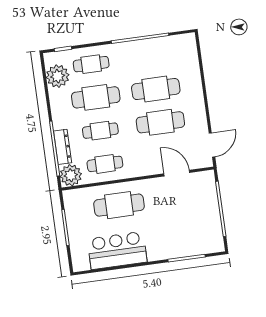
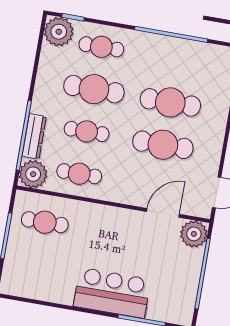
plant: (58, 76) -> (59, 32), moved
door: (177, 173) -> (163, 213), hinge flipped
plant: (205, 181) -> (194, 234), added
cafe table: (119, 205) -> (45, 222), moved, width x0.73, depth x0.74
bar counter: (117, 250) -> (112, 293), moved

